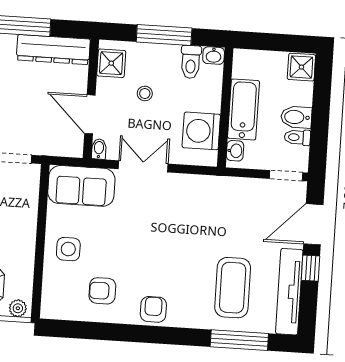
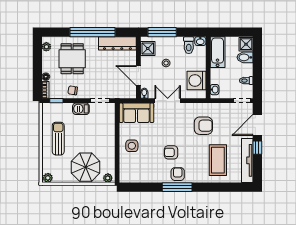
window: (164, 35) -> (162, 32), moved
bathtub: (244, 109) -> (218, 52), moved
bidet: (296, 117) -> (245, 57), moved
armchair: (209, 219) -> (203, 126), added
armchair: (102, 291) -> (171, 152), moved
window: (239, 340) -> (177, 187), moved

